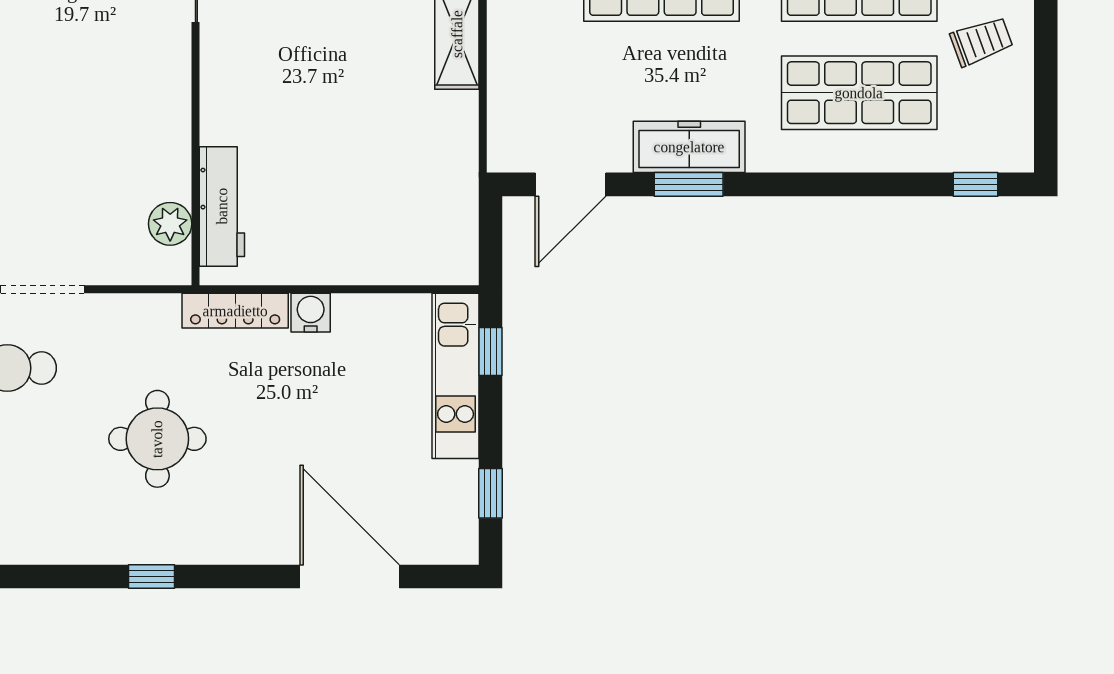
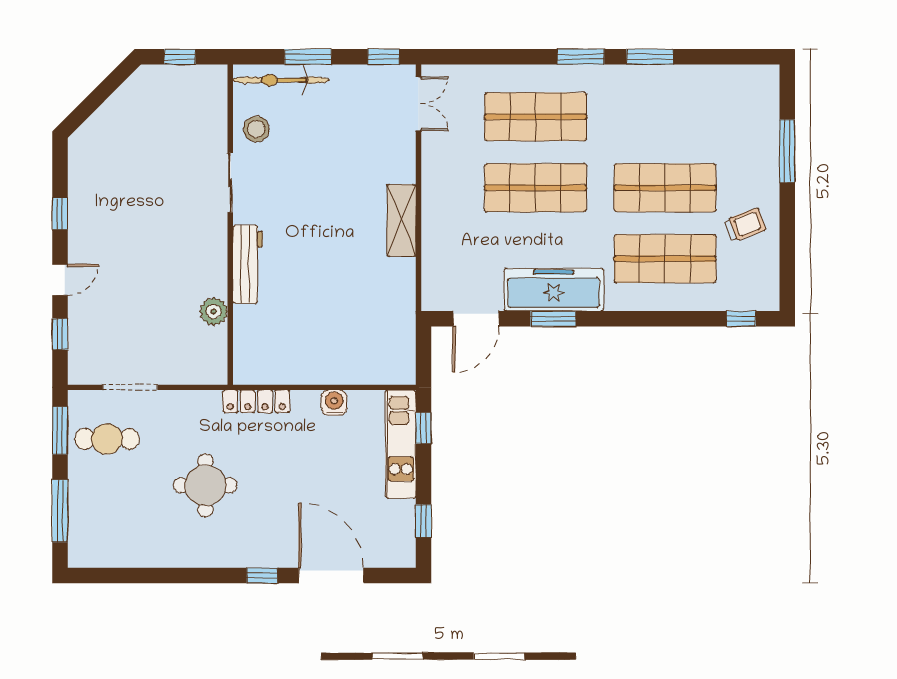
freezer: (689, 147) -> (554, 290), width x1.36, depth x1.26
workbench: (222, 206) -> (248, 264), moved
plant: (170, 224) -> (214, 312), moved
water cooler: (311, 313) -> (334, 403), moved
window: (151, 576) -> (262, 576), moved

